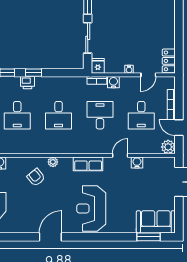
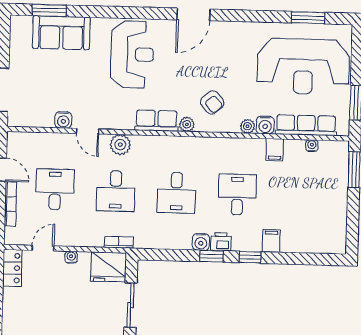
fridge: (98, 66) -> (109, 267), width x1.88, depth x1.34
water cooler: (113, 82) -> (201, 242), moved
desk: (59, 115) -> (176, 193), turned 180
plant: (168, 147) -> (120, 145), moved
door: (120, 155) -> (88, 131), hinge flipped
plant: (12, 162) -> (248, 126), added
row of seats: (88, 164) -> (156, 121), moved
sofa: (156, 222) -> (61, 33), moved

